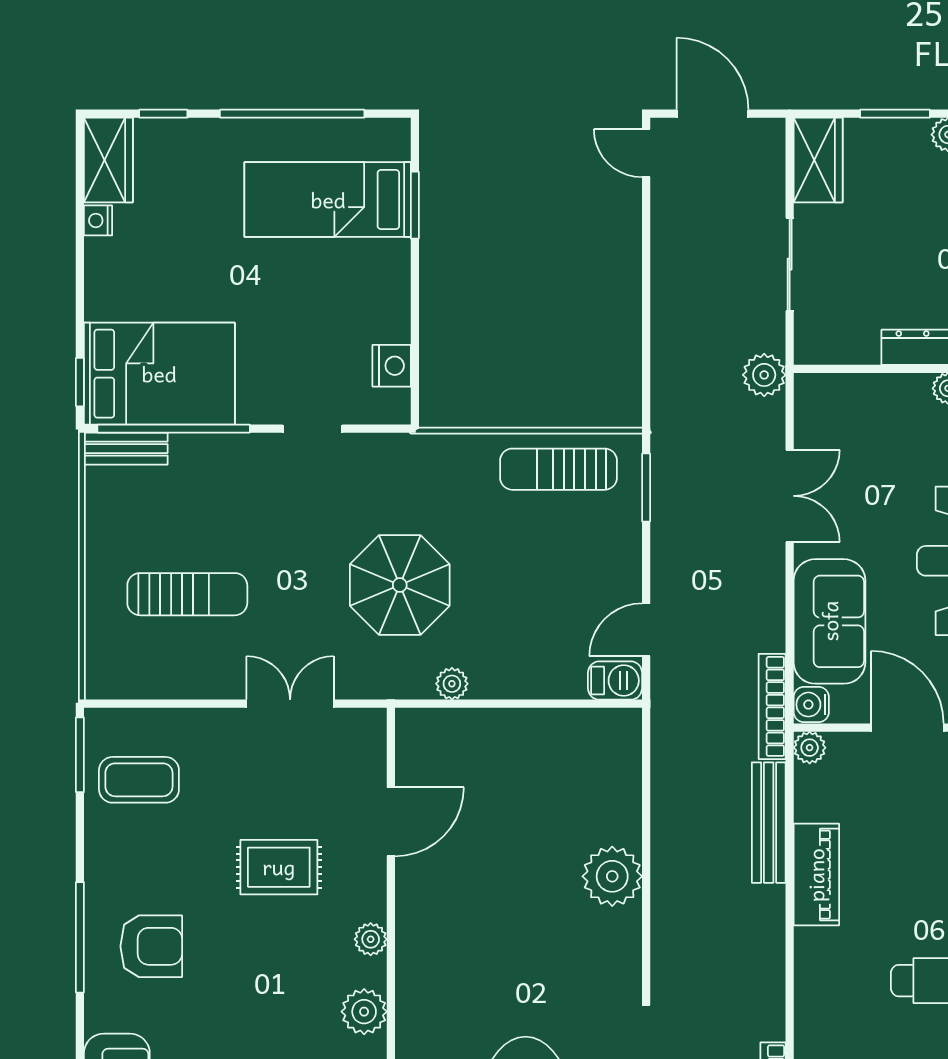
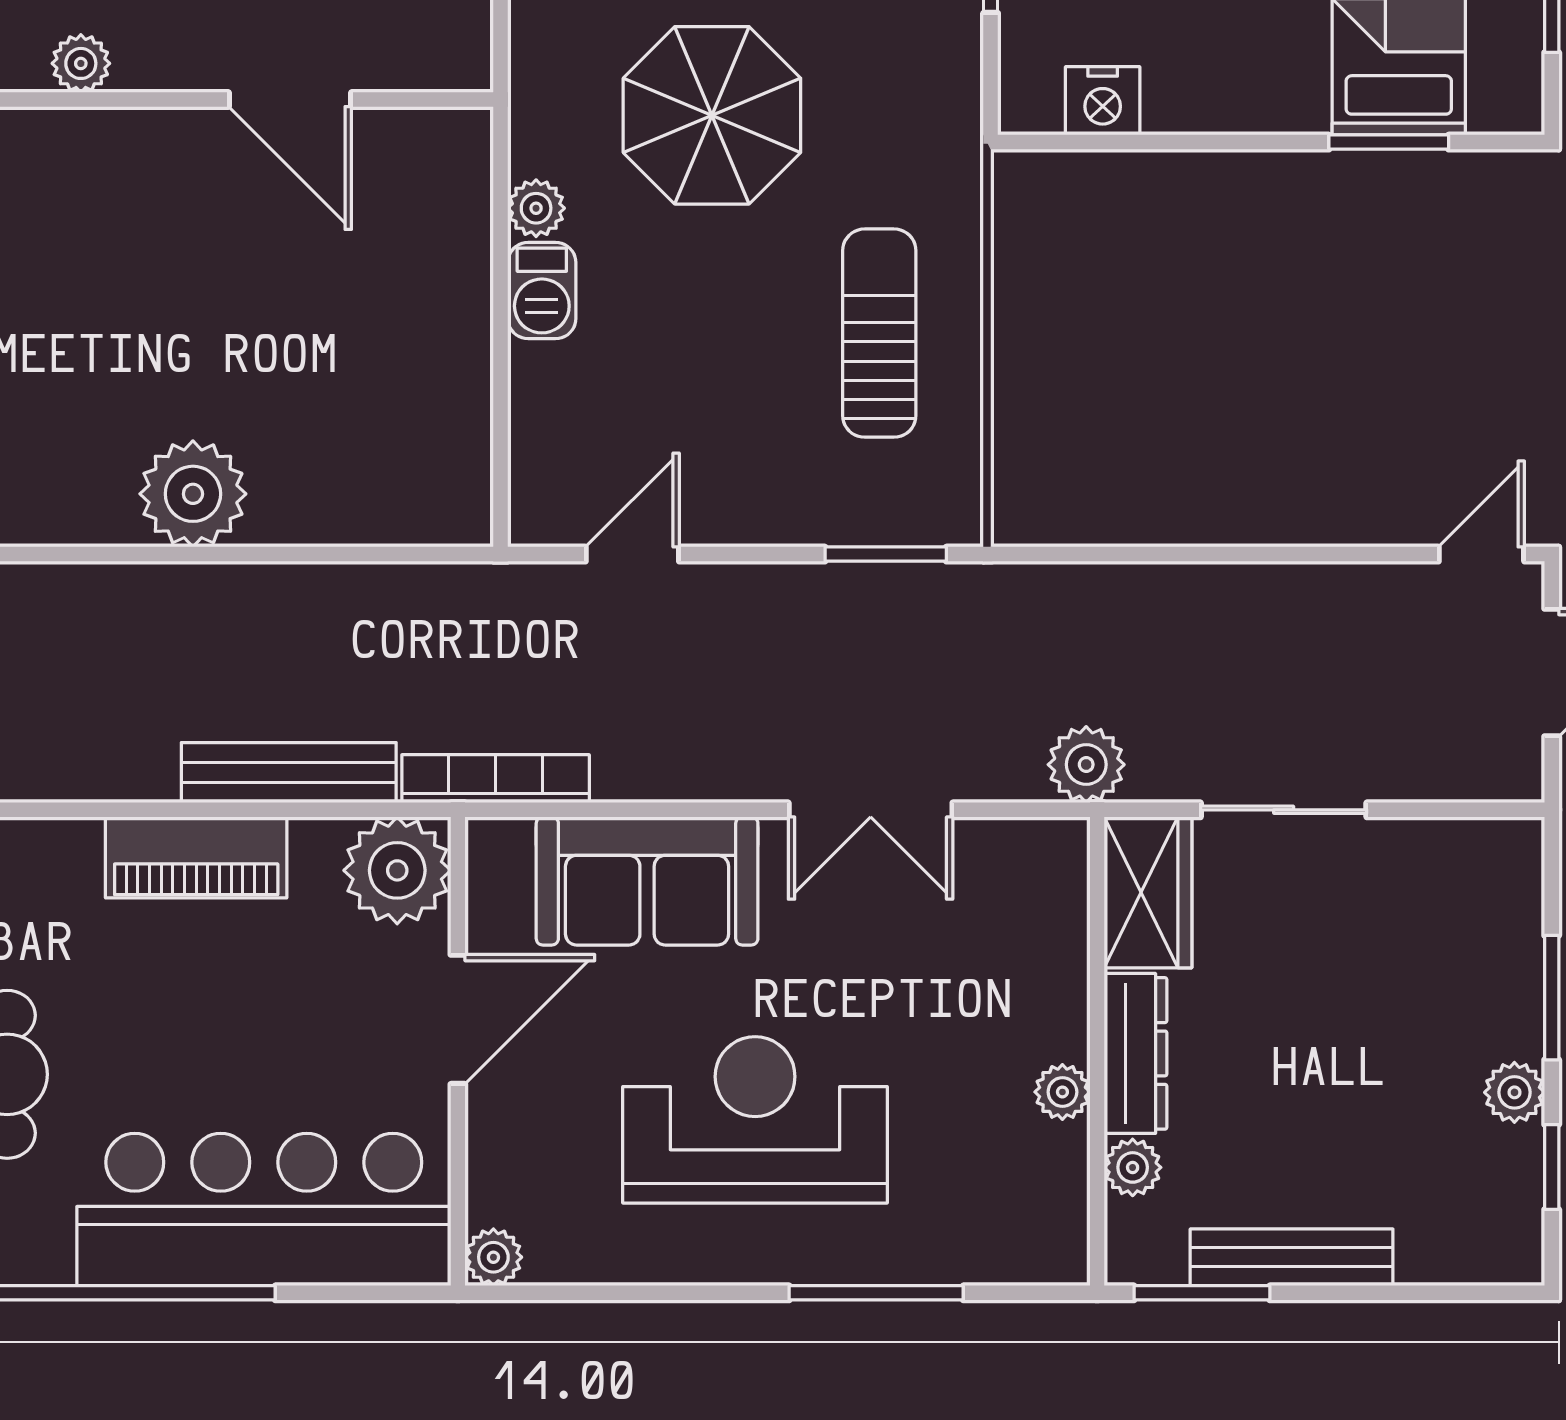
wardrobe: (818, 160) -> (1148, 892), moved, turned -90
sun lounger: (559, 469) -> (879, 333), moved
door: (646, 630) -> (632, 554), hinge flipped
barbecue: (615, 681) -> (542, 291), moved
water cooler: (811, 705) -> (499, 848), removed
plant: (810, 748) -> (397, 870), width x1.87, depth x1.87

